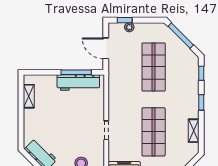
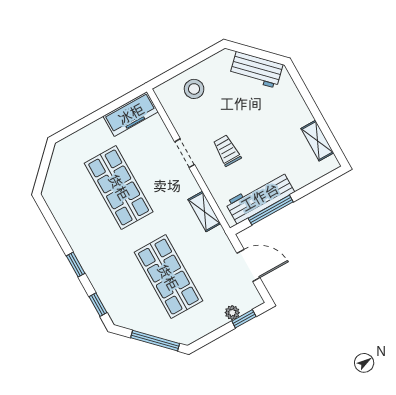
trolley: (82, 119) -> (227, 150), added
shelving: (194, 131) -> (204, 212), moved

